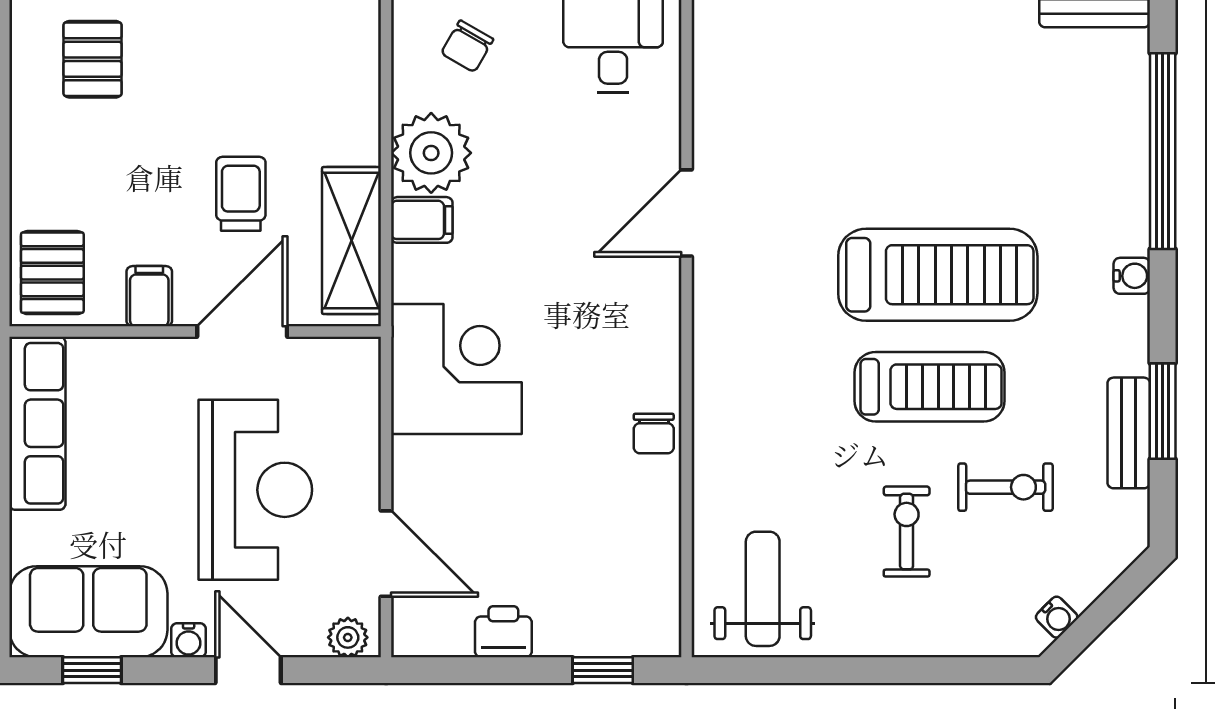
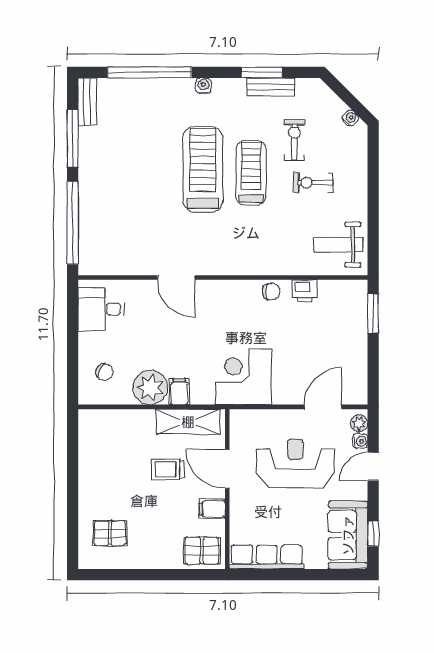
printer: (503, 632) -> (305, 291), moved, turned -90
water cooler: (189, 640) -> (360, 441), moved
window: (603, 670) -> (373, 314), width x1.50

